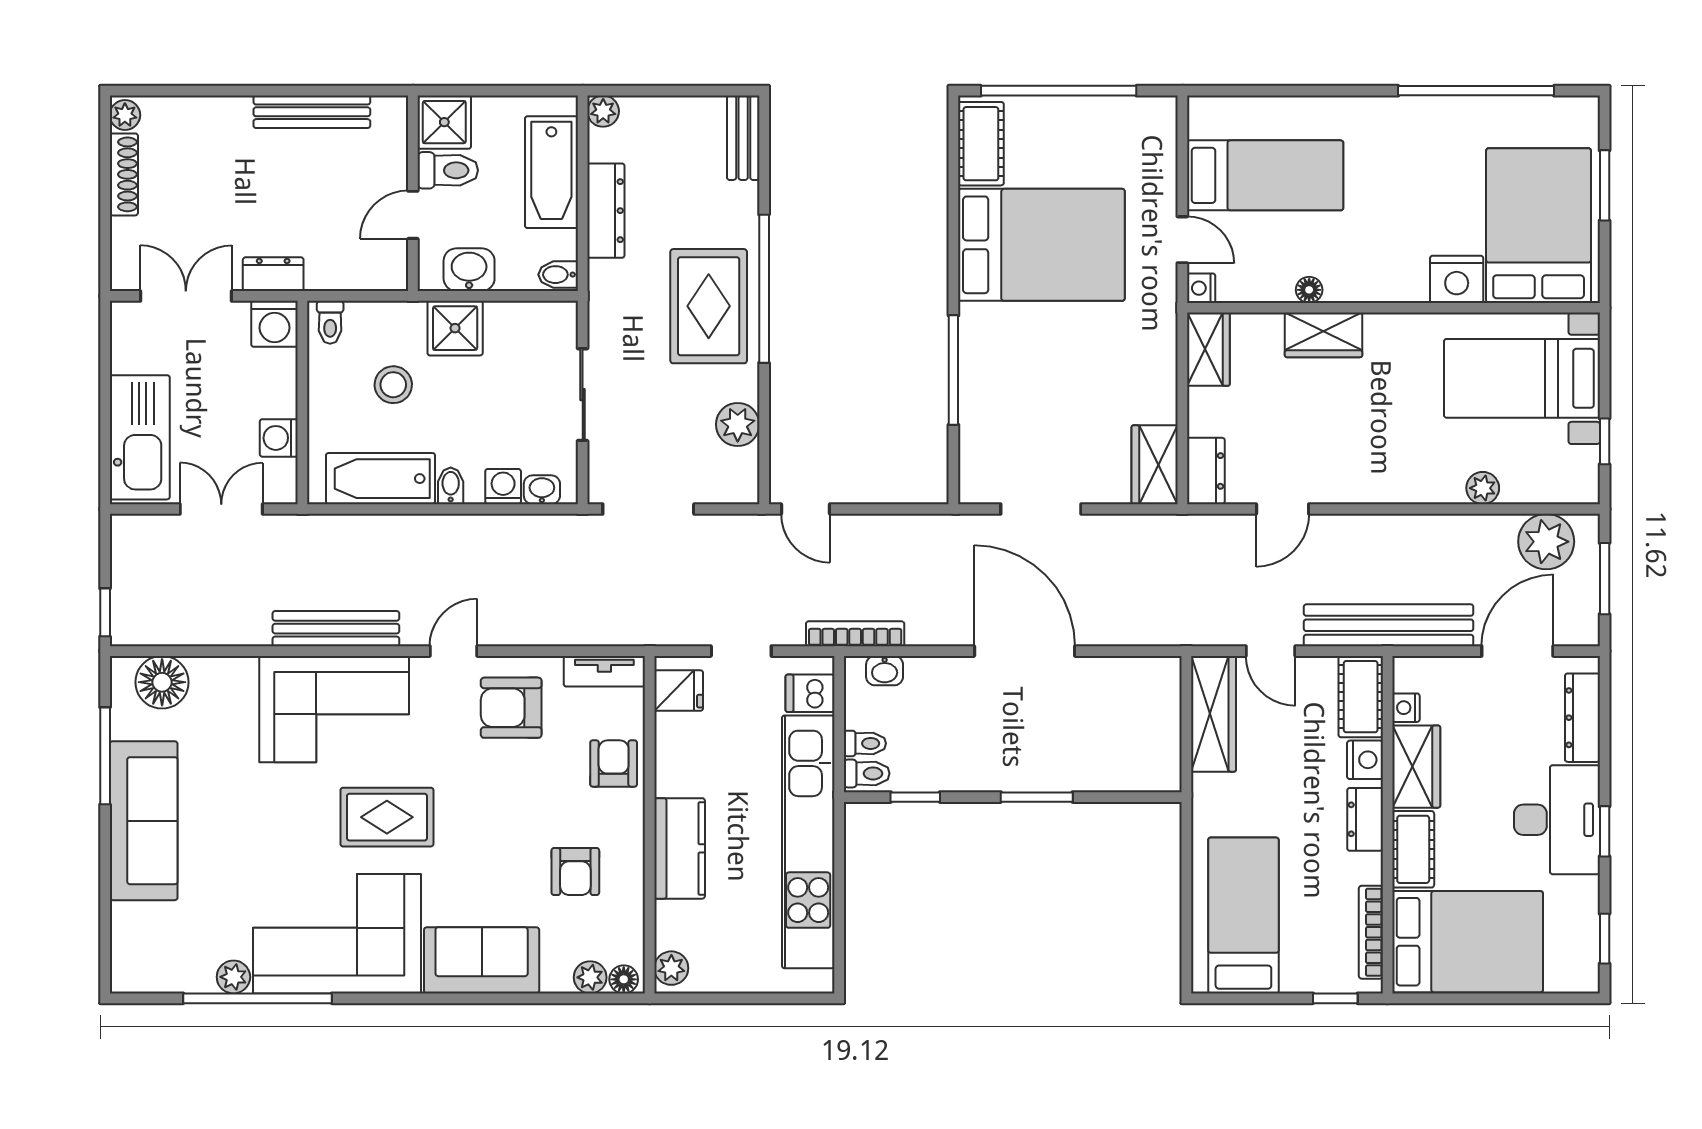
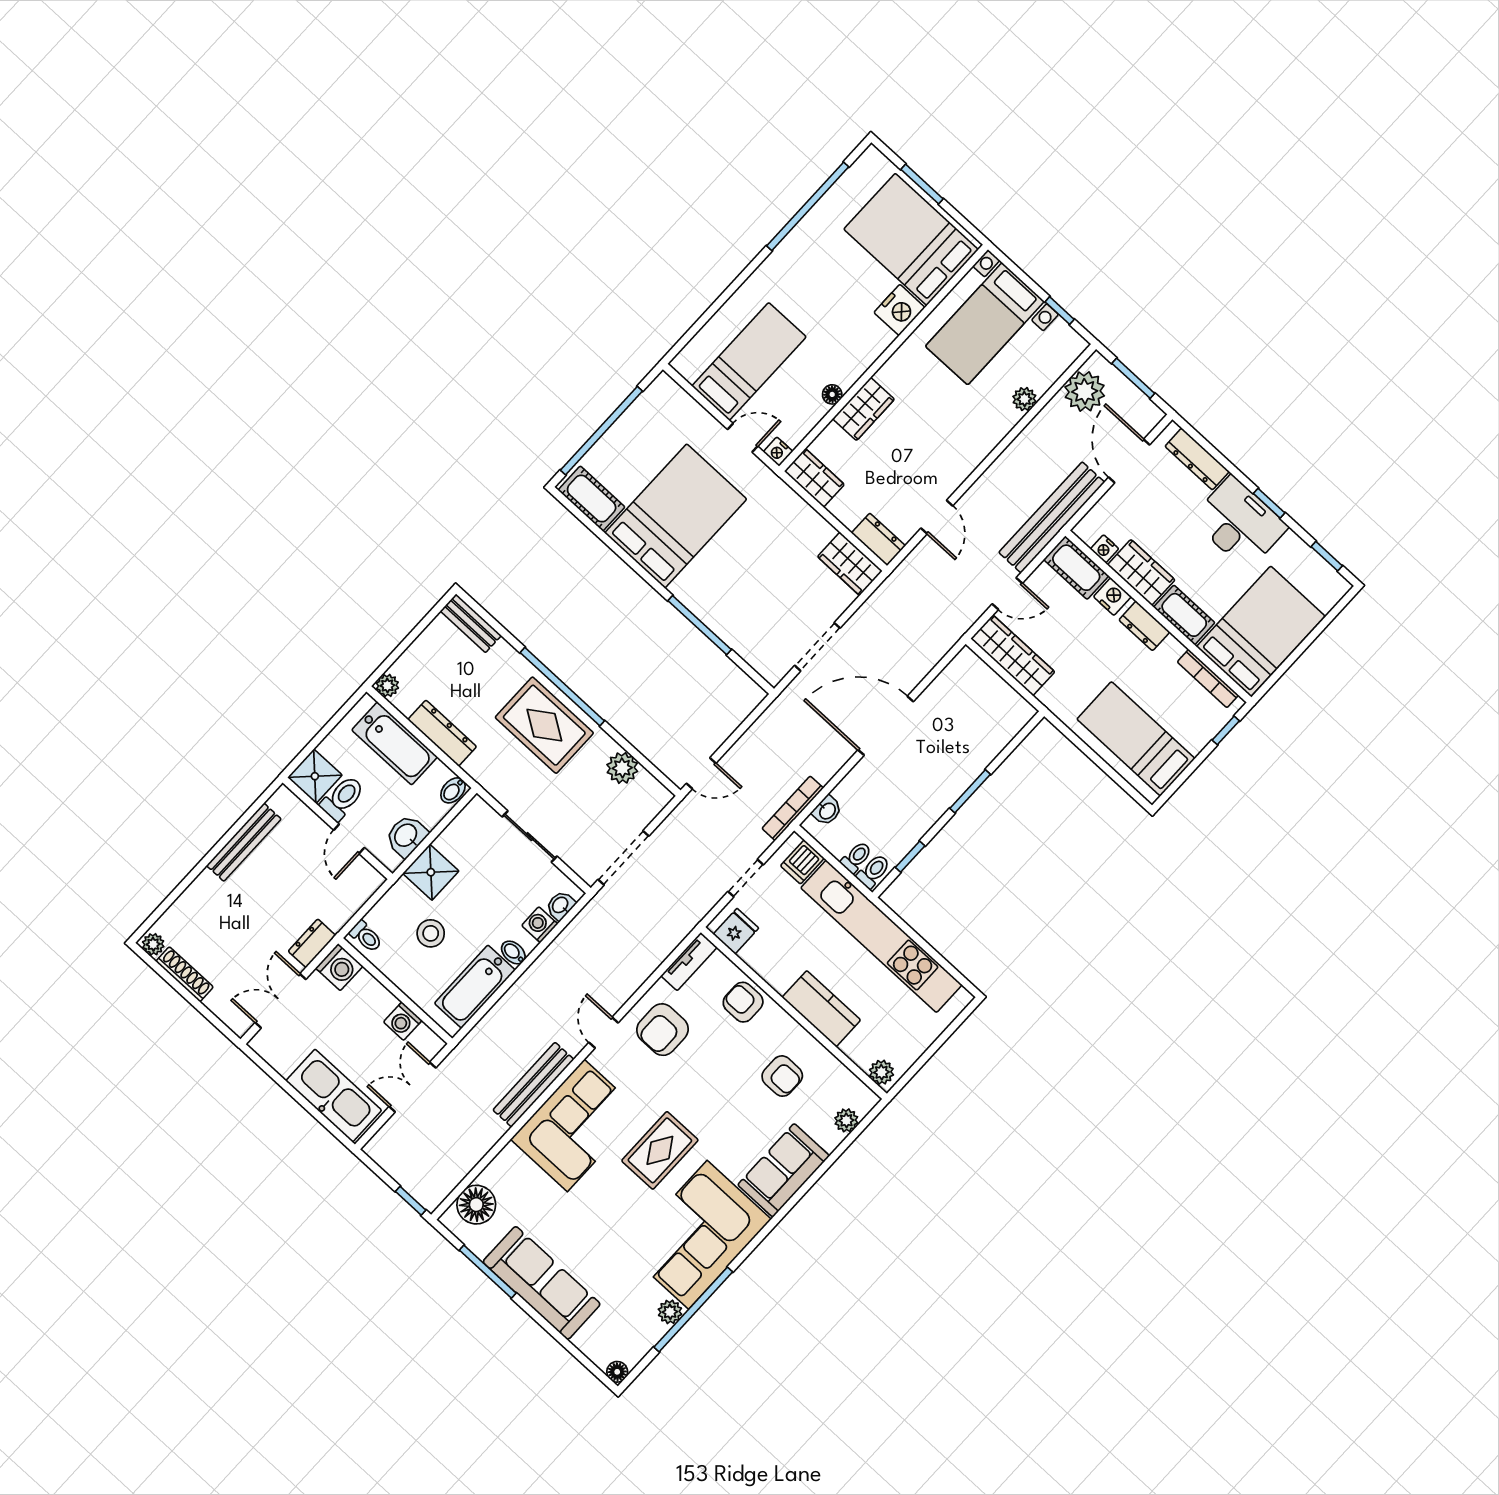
floor lamp: (624, 979) -> (617, 1372), moved

